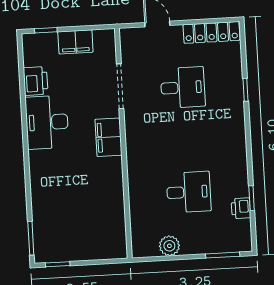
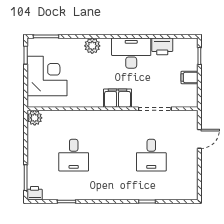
locker: (211, 32) -> (191, 179), removed
filing cabinet: (75, 42) -> (190, 77), width x0.50
plant: (40, 175) -> (92, 46), added
printer: (241, 208) -> (35, 193), moved
corner desk: (84, 234) -> (47, 76), added
plant: (169, 246) -> (35, 118), moved

